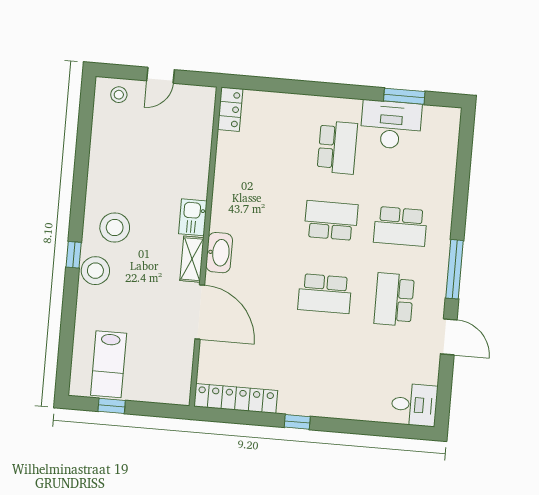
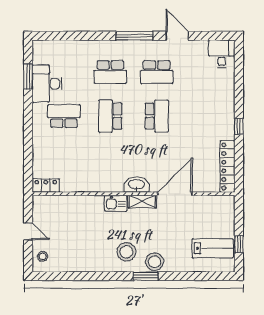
school desk: (400, 226) -> (110, 72), turned 90
window: (74, 255) -> (146, 276), width x1.50
door: (449, 337) -> (177, 36), hinge flipped

